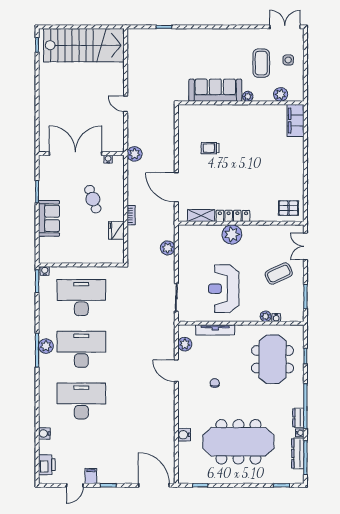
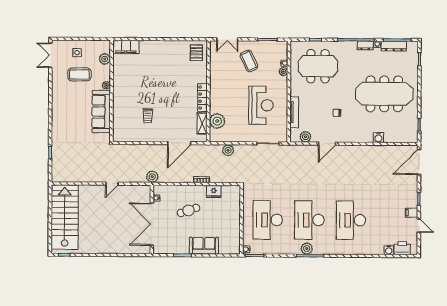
plant: (232, 234) -> (217, 121), moved
reception desk: (224, 289) -> (261, 105), turned -90
water cooler: (44, 434) -> (389, 250), moved
meeting table: (238, 442) -> (384, 94), turned 90

